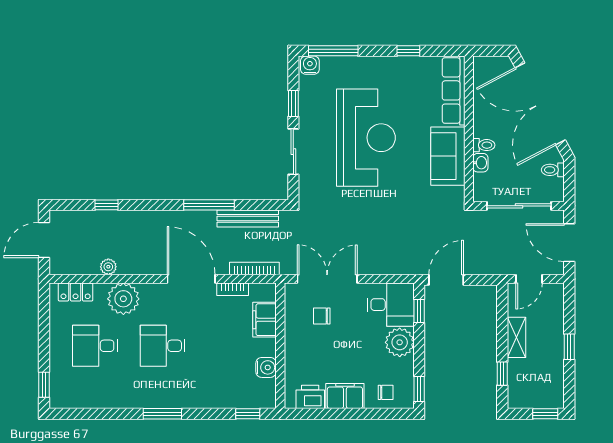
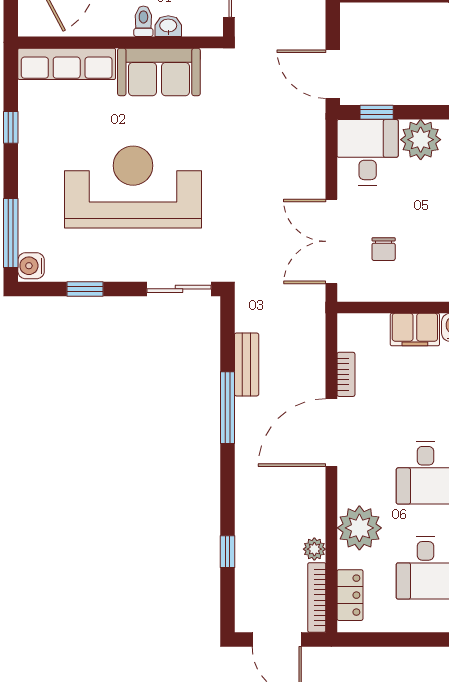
sliding door: (293, 152) -> (179, 289), moved
bench: (248, 218) -> (247, 364), width x0.73
bookcase: (254, 268) -> (317, 597), moved
filing cabinet: (265, 320) -> (415, 330), moved

